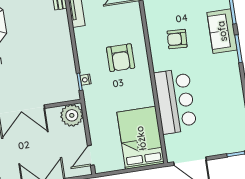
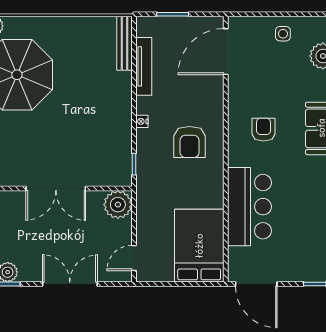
armchair: (177, 39) -> (263, 130), turned 87
nightstand: (86, 80) -> (142, 121), moved

